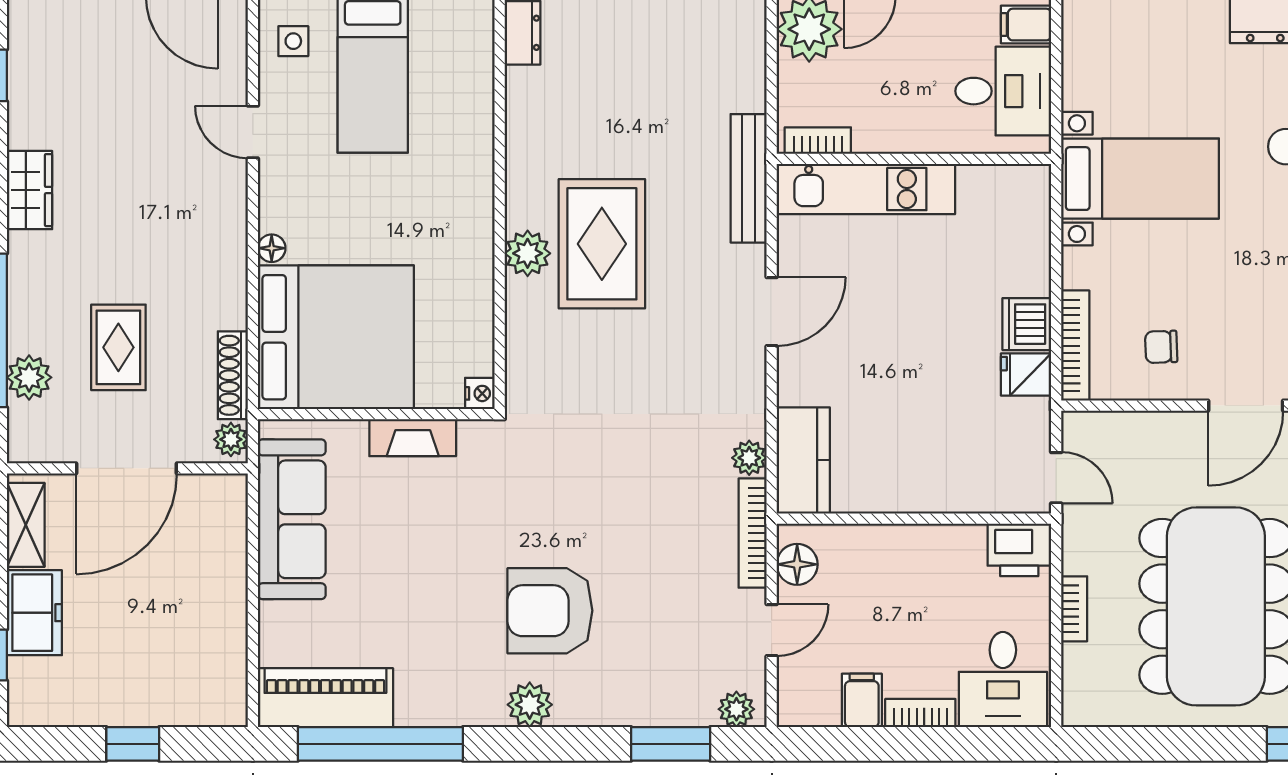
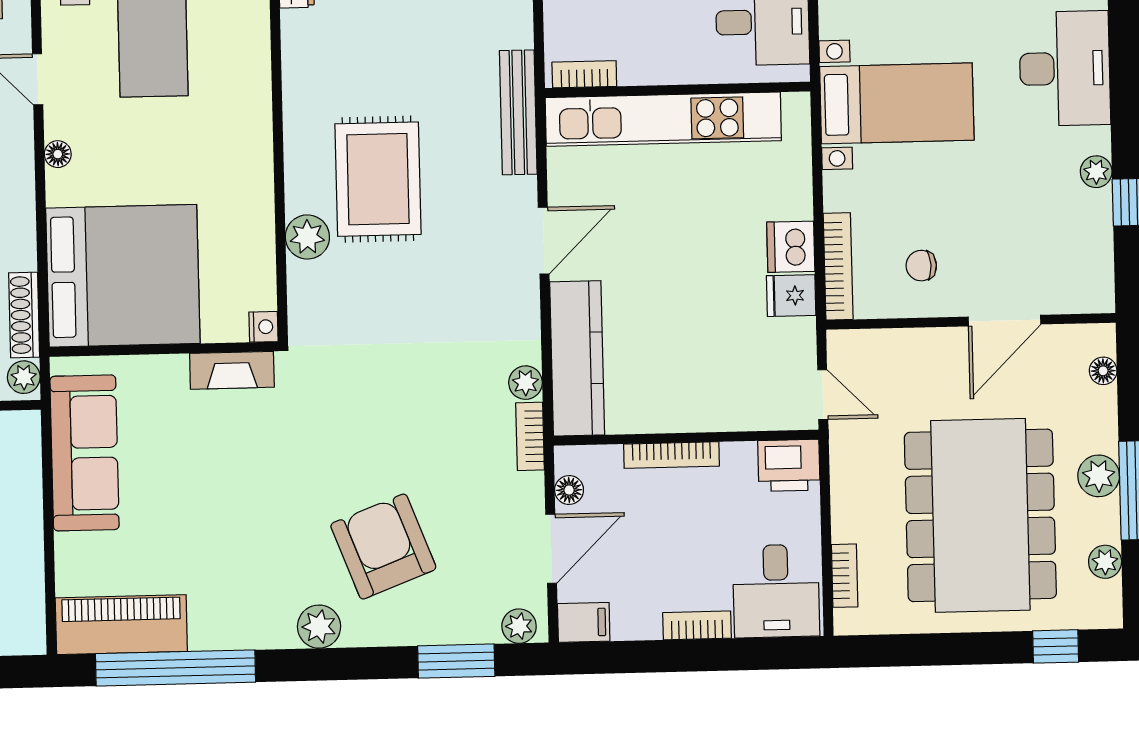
kitchen unit: (866, 189) -> (663, 119), width x1.36
floor lamp: (272, 248) -> (58, 154), moved
plant: (528, 253) -> (307, 237), moved
fireplace: (413, 438) -> (232, 370), moved
kitchen counter: (803, 460) -> (577, 358), width x1.50
bookcase: (753, 533) -> (530, 436), width x0.64
bookcase: (898, 536) -> (671, 455), added
floor lamp: (797, 564) -> (569, 490), width x0.73, depth x0.73
bookcase: (1074, 609) -> (845, 576), moved
armchair: (550, 611) -> (383, 547), moved, turned 69
door: (772, 630) -> (551, 549), width x1.38
filing cabinet: (862, 700) -> (584, 622), moved, turned 90

